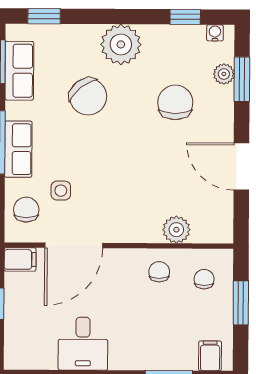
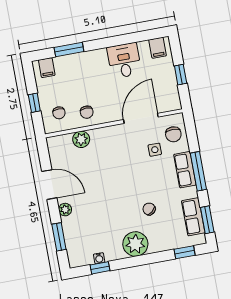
water cooler: (215, 33) -> (99, 258), moved
plant: (224, 74) -> (65, 210), moved
chair: (88, 97) -> (149, 209), width x0.54, depth x0.54
chair: (175, 102) -> (96, 215), removed
filing cabinet: (20, 259) -> (158, 48), moved, turned -90
window: (241, 303) -> (34, 103), width x0.67

